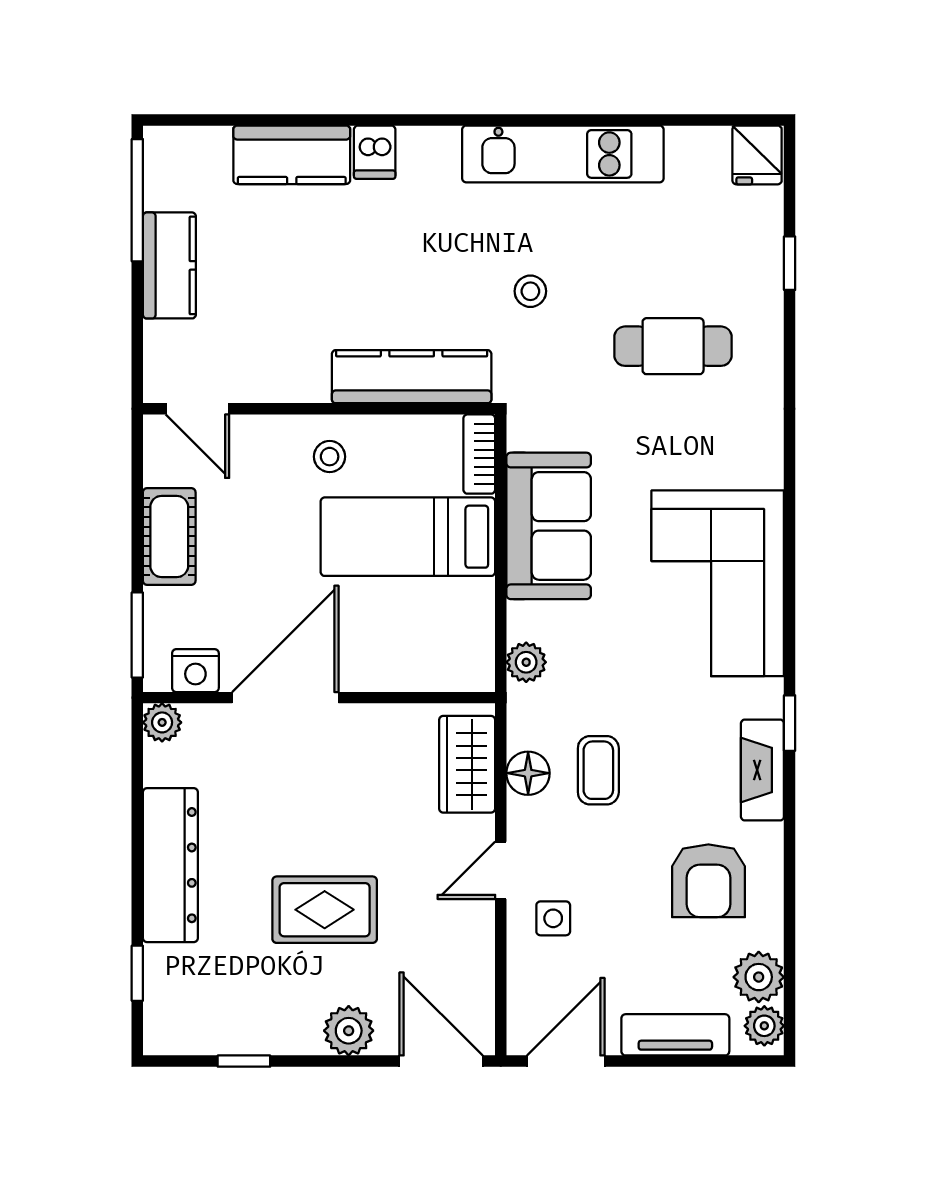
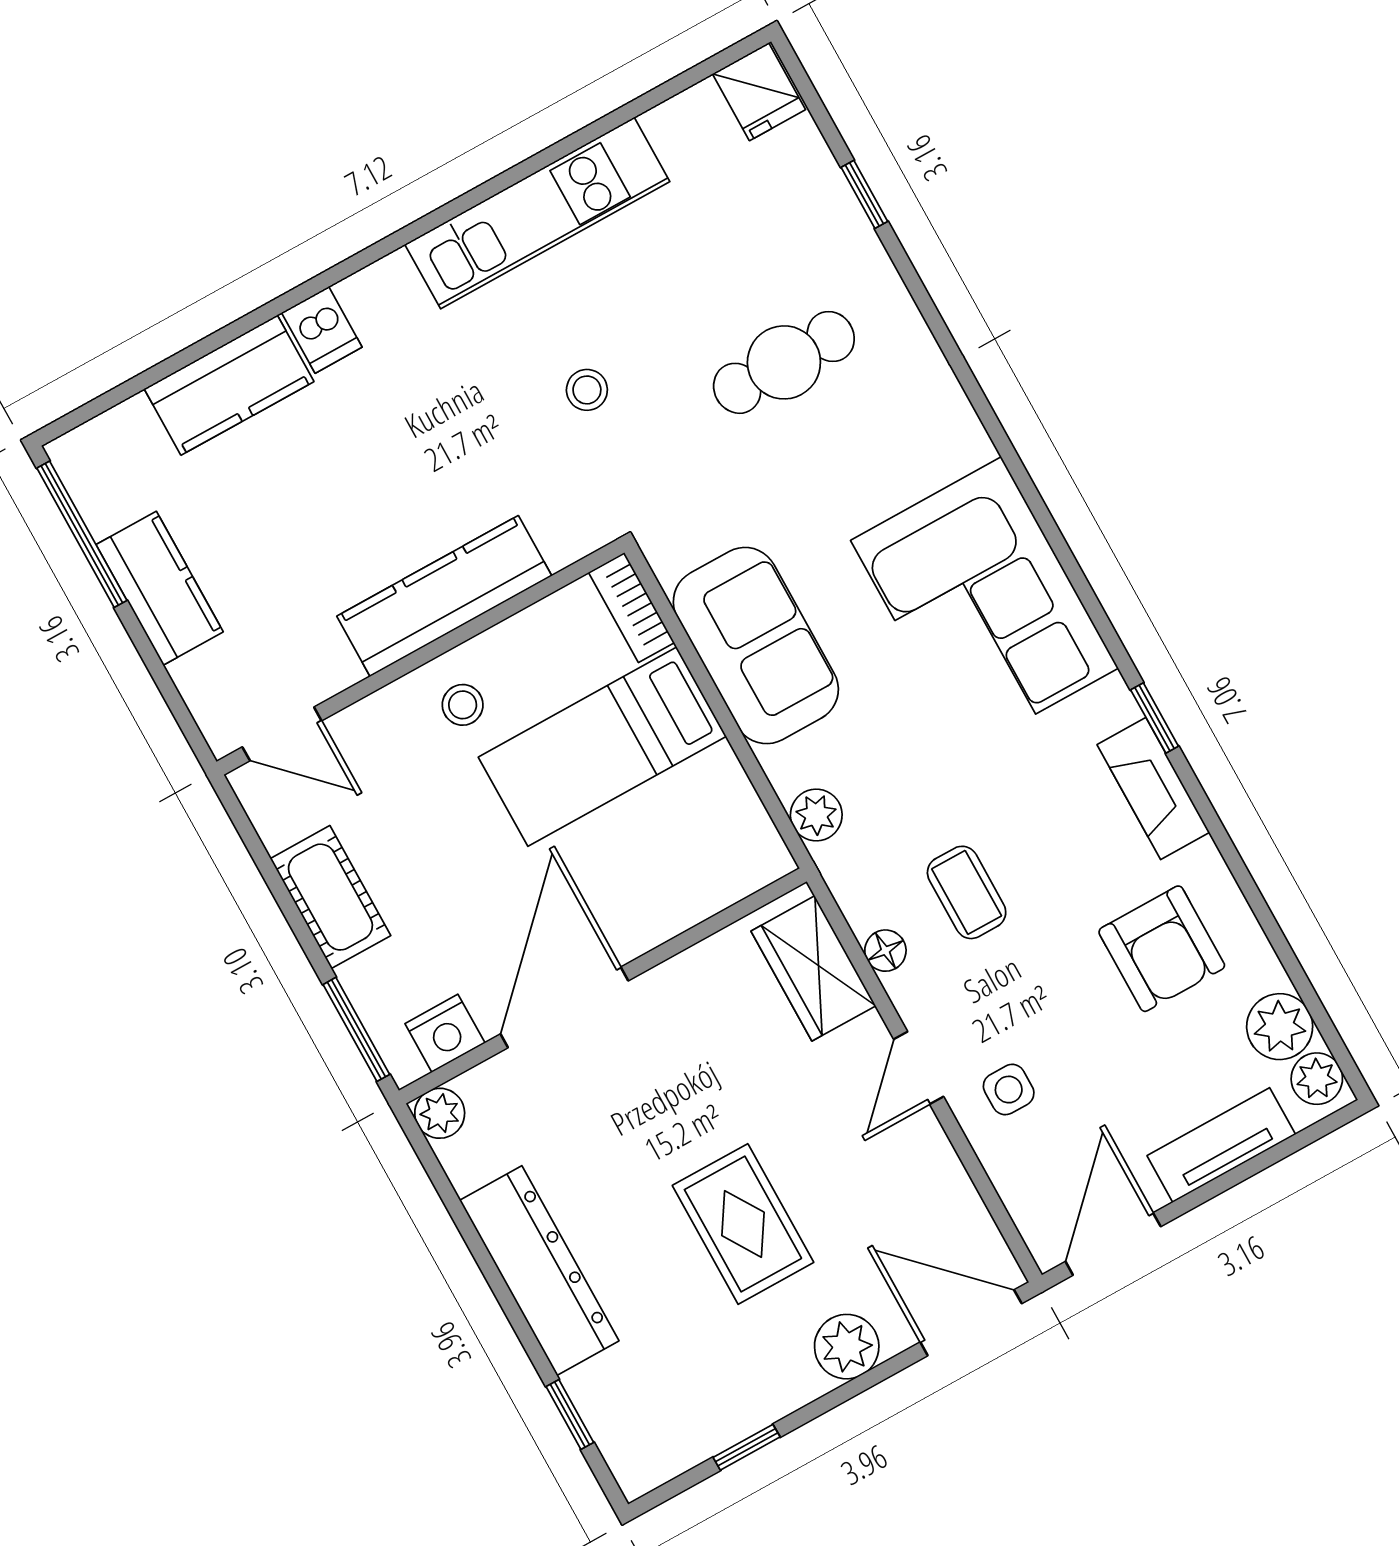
kitchen counter: (412, 377) -> (444, 596), moved
floor lamp: (528, 773) -> (885, 951), width x0.73, depth x0.73
rug: (325, 910) -> (743, 1224), turned 90

